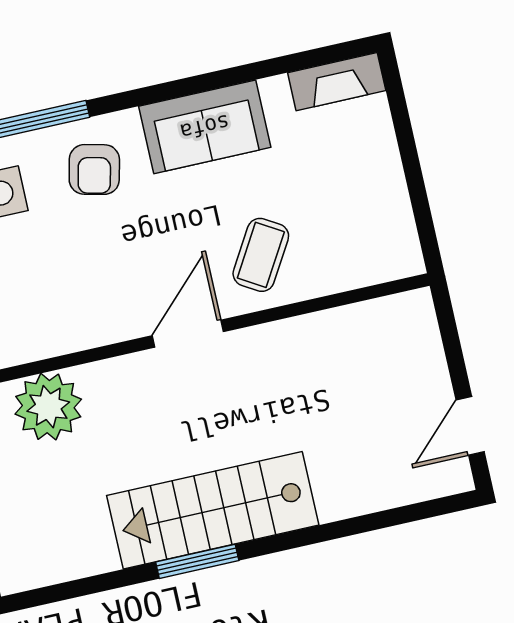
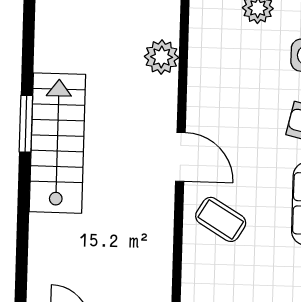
plant: (48, 407) -> (162, 57), width x0.73, depth x0.73

